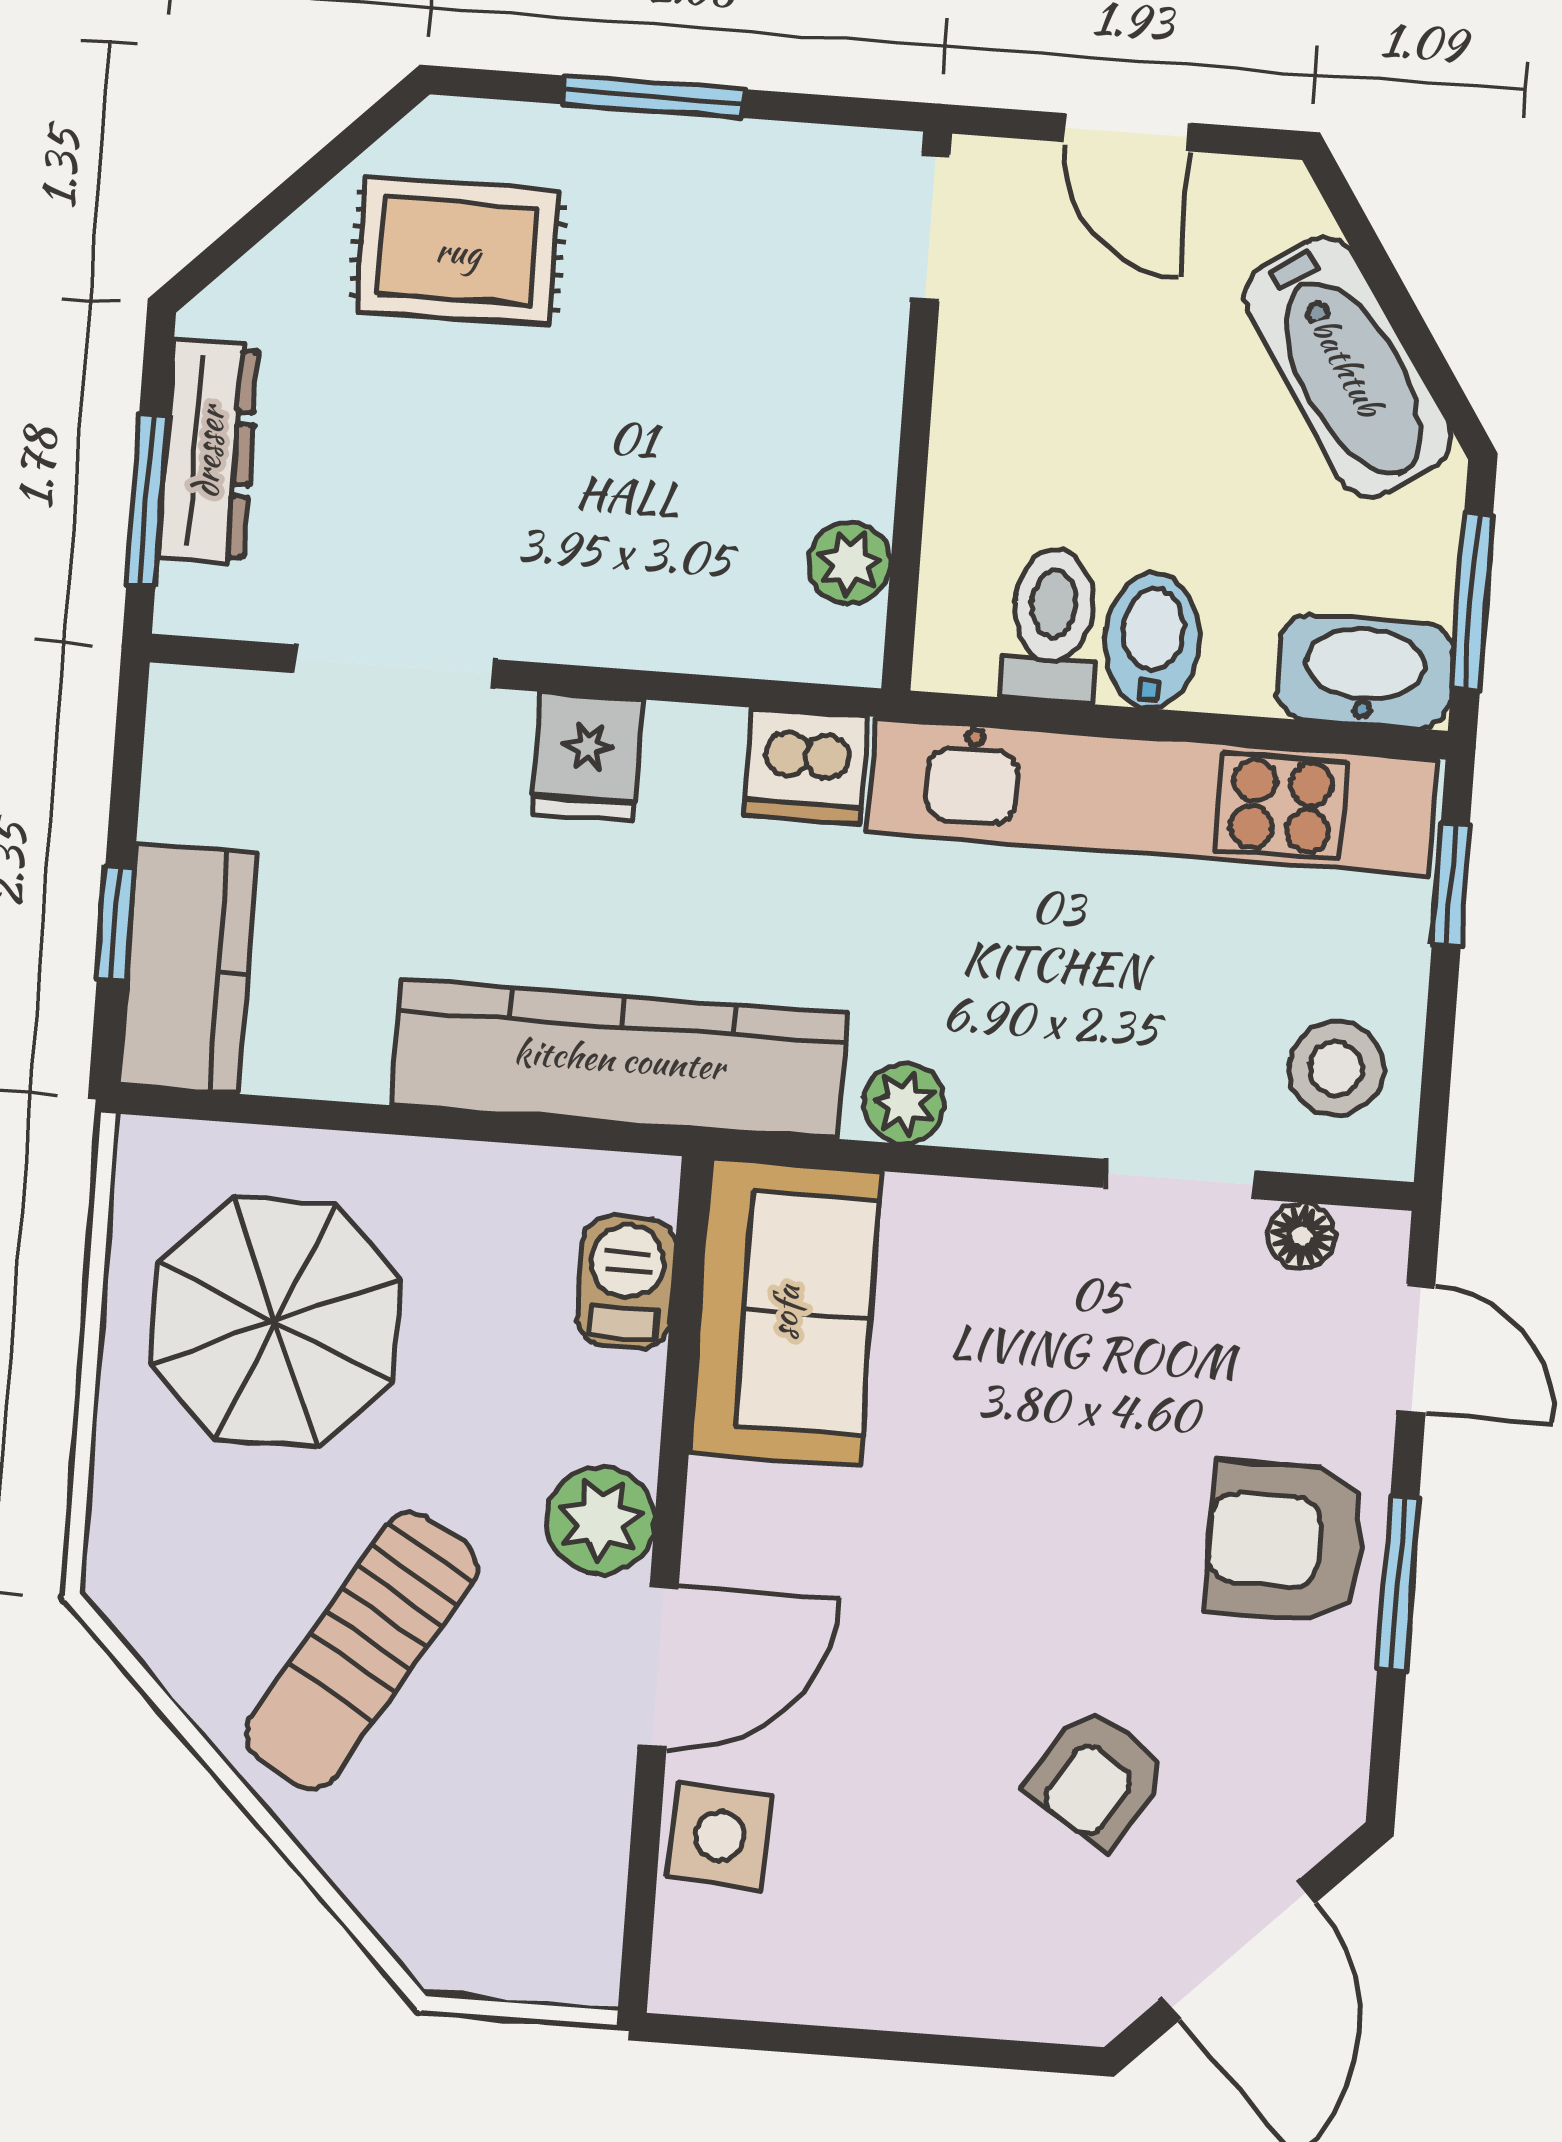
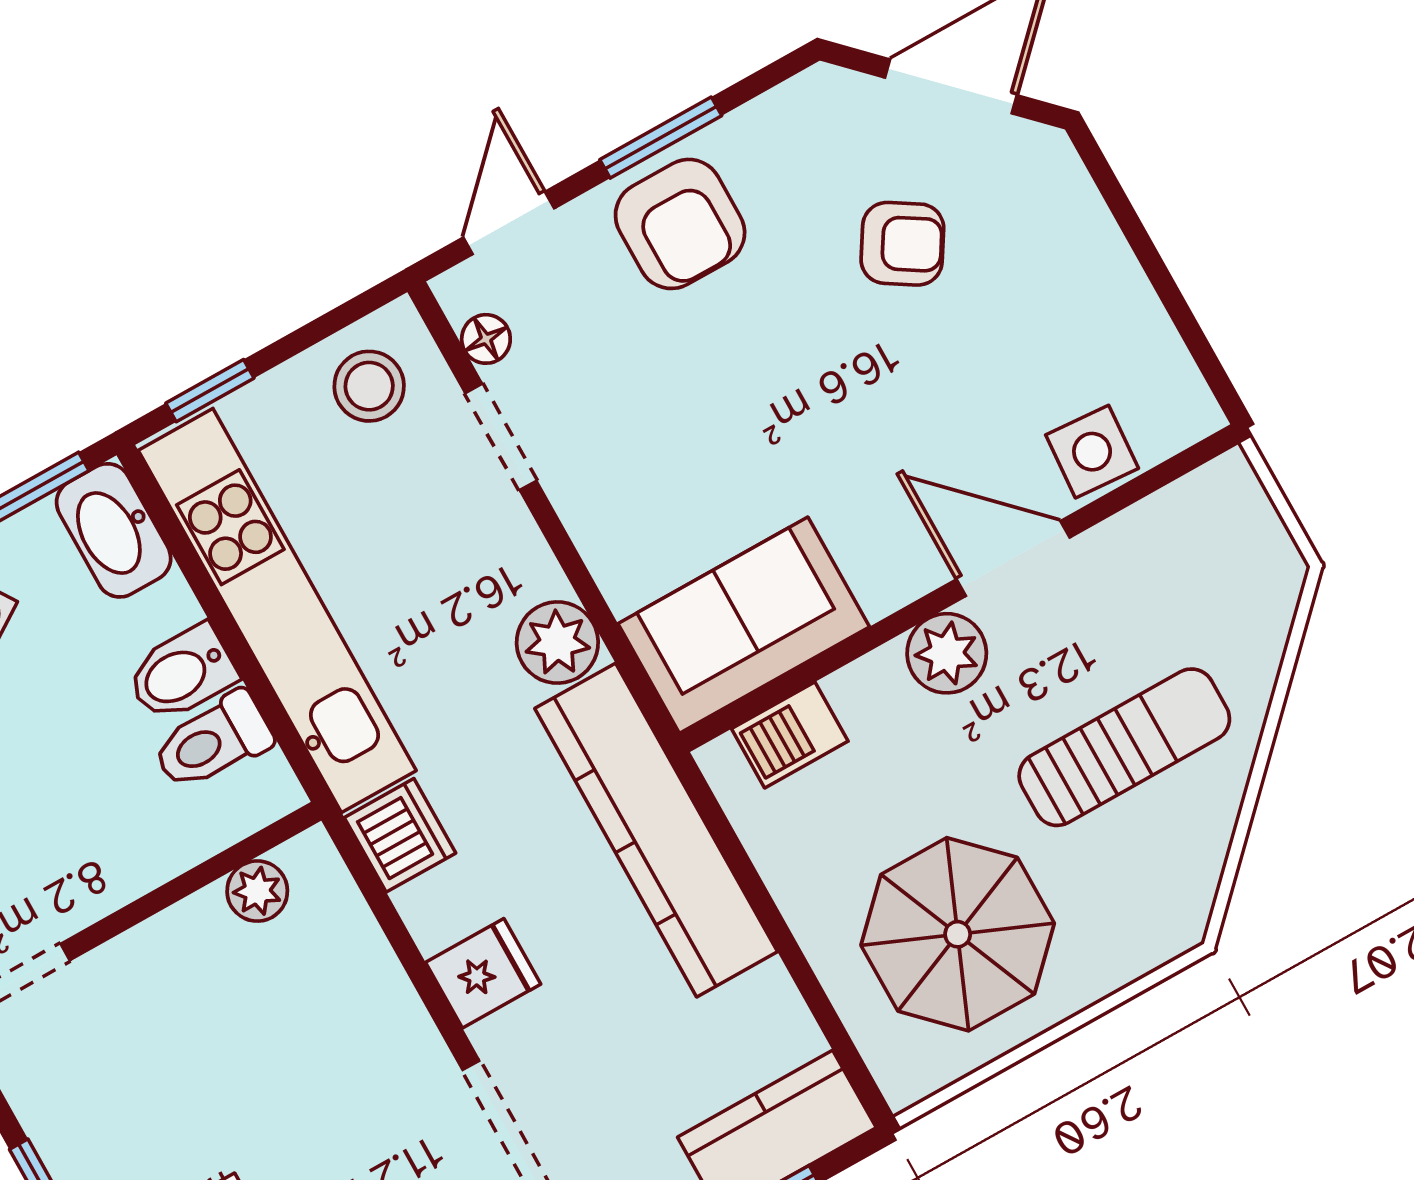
plant: (904, 1104) -> (557, 643), width x1.38, depth x1.38
sun lounger: (361, 1651) -> (1124, 747), turned -31

